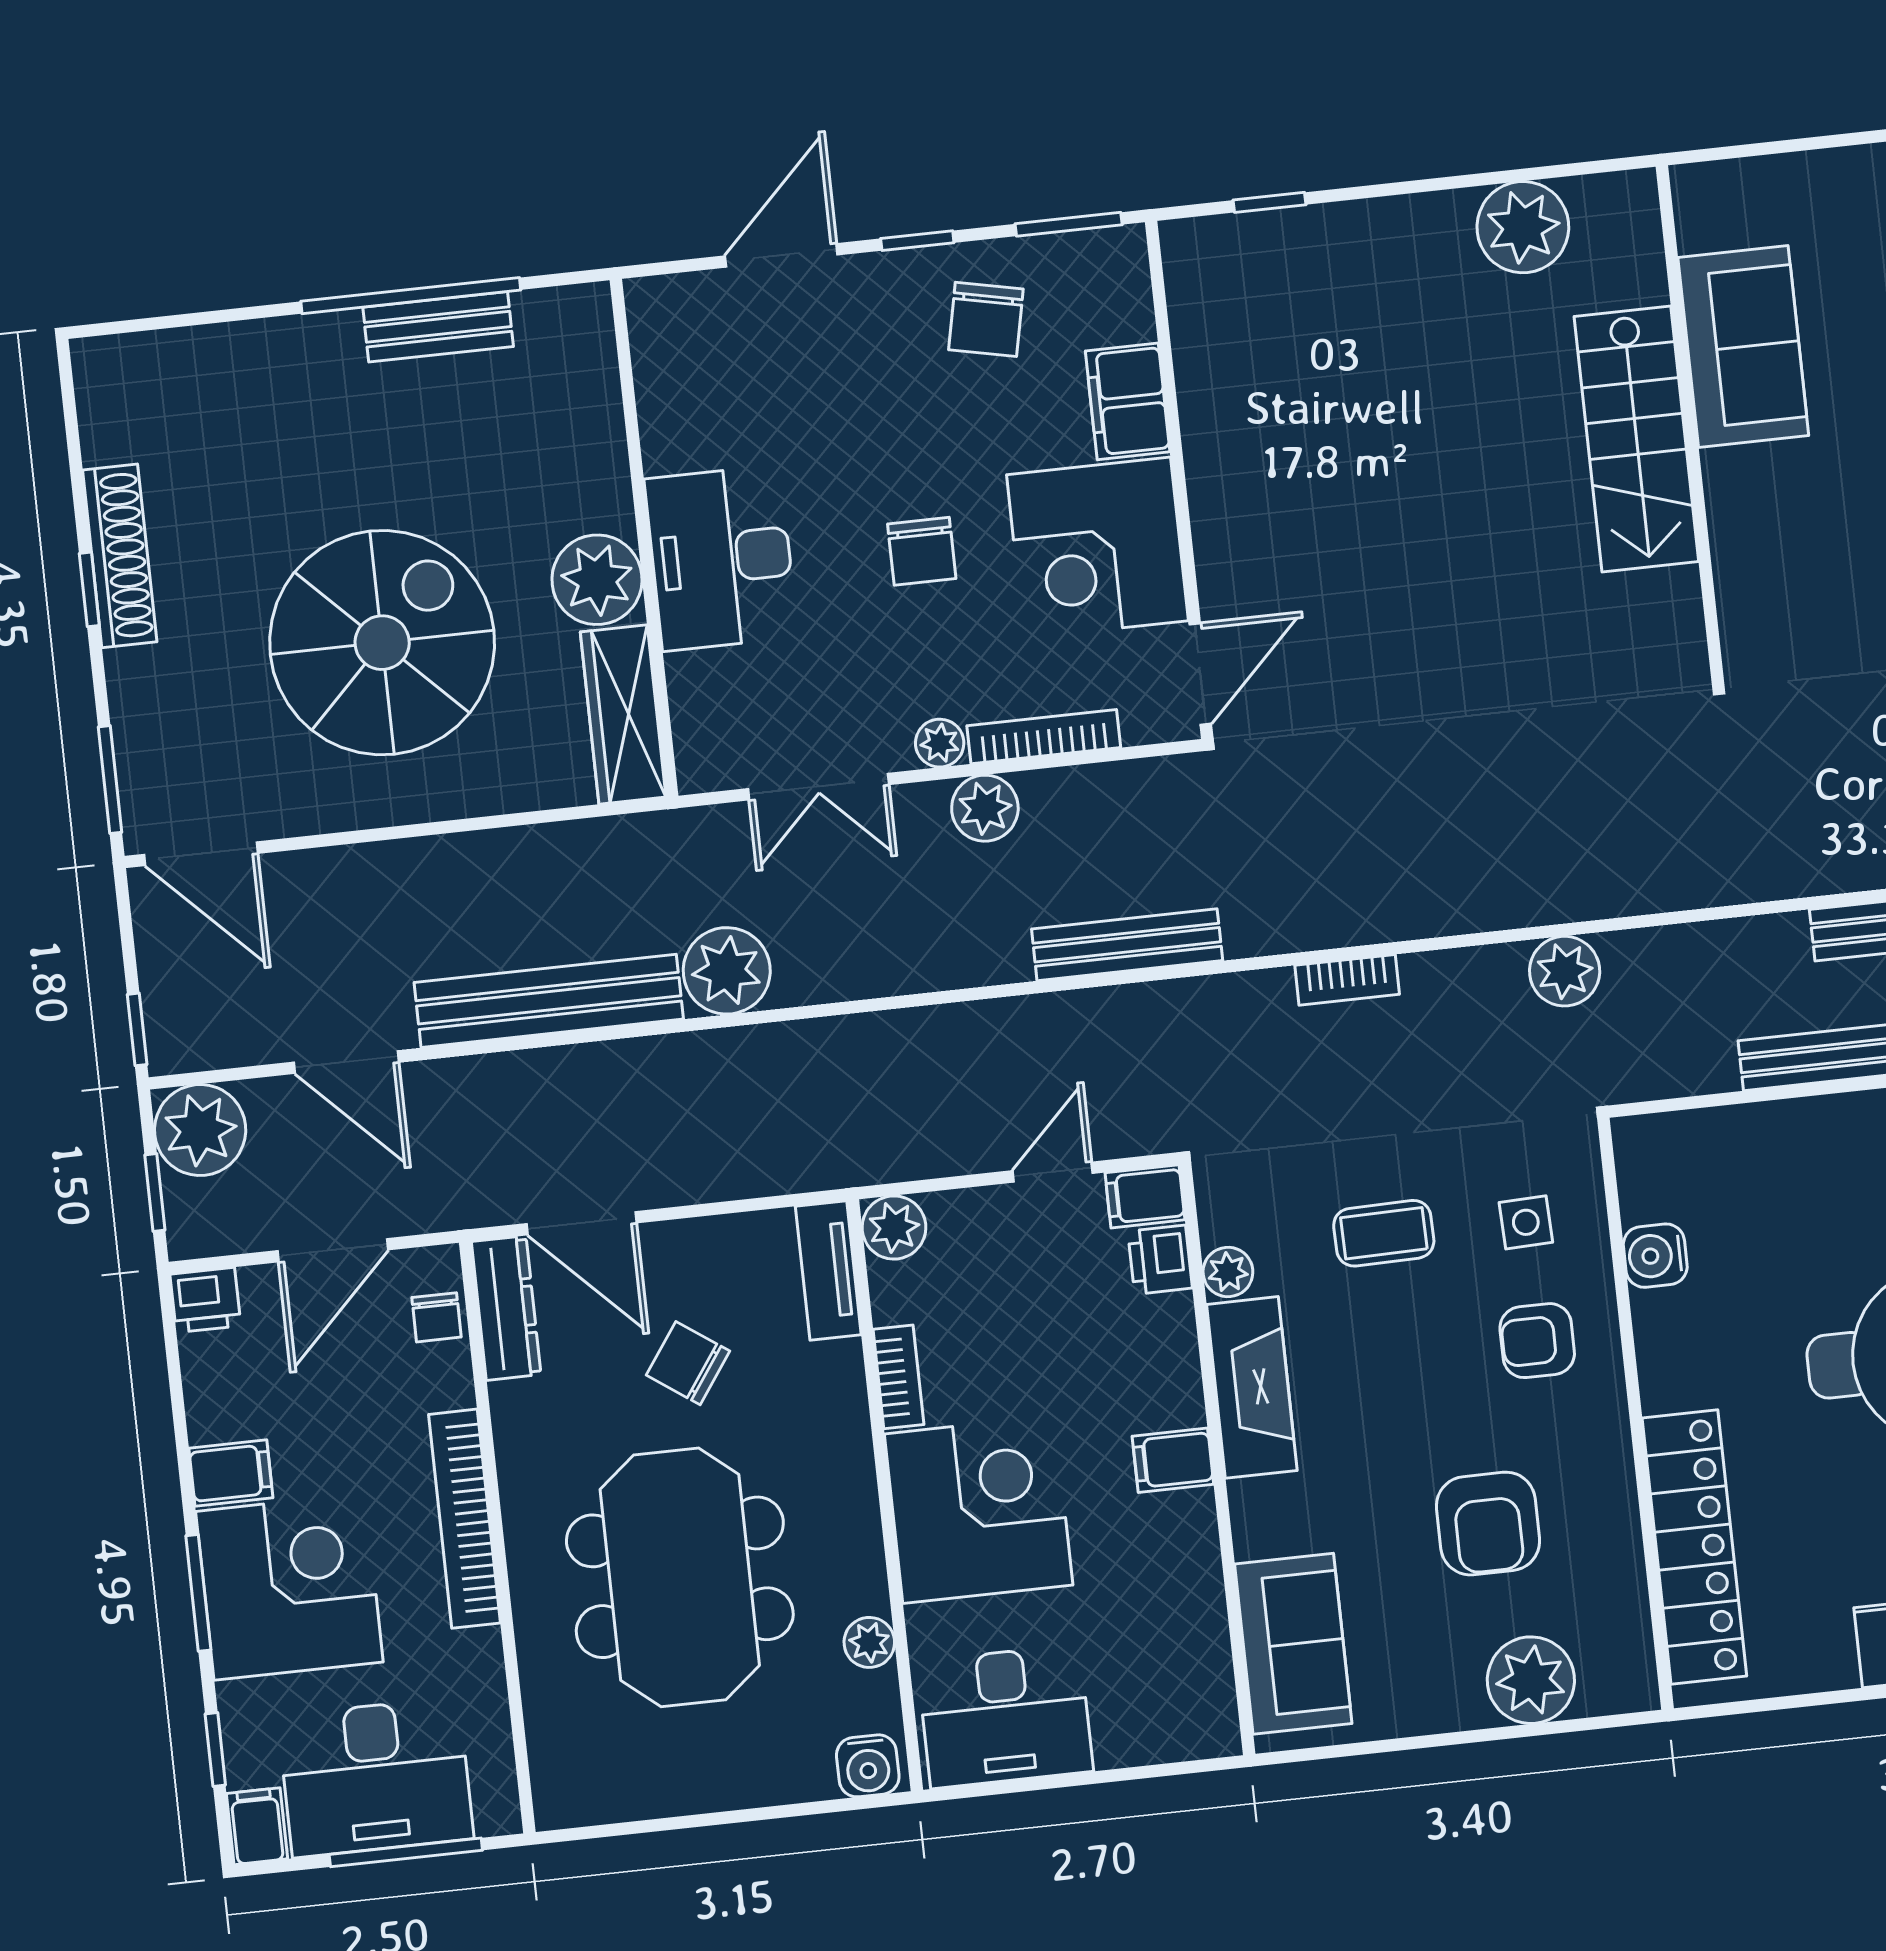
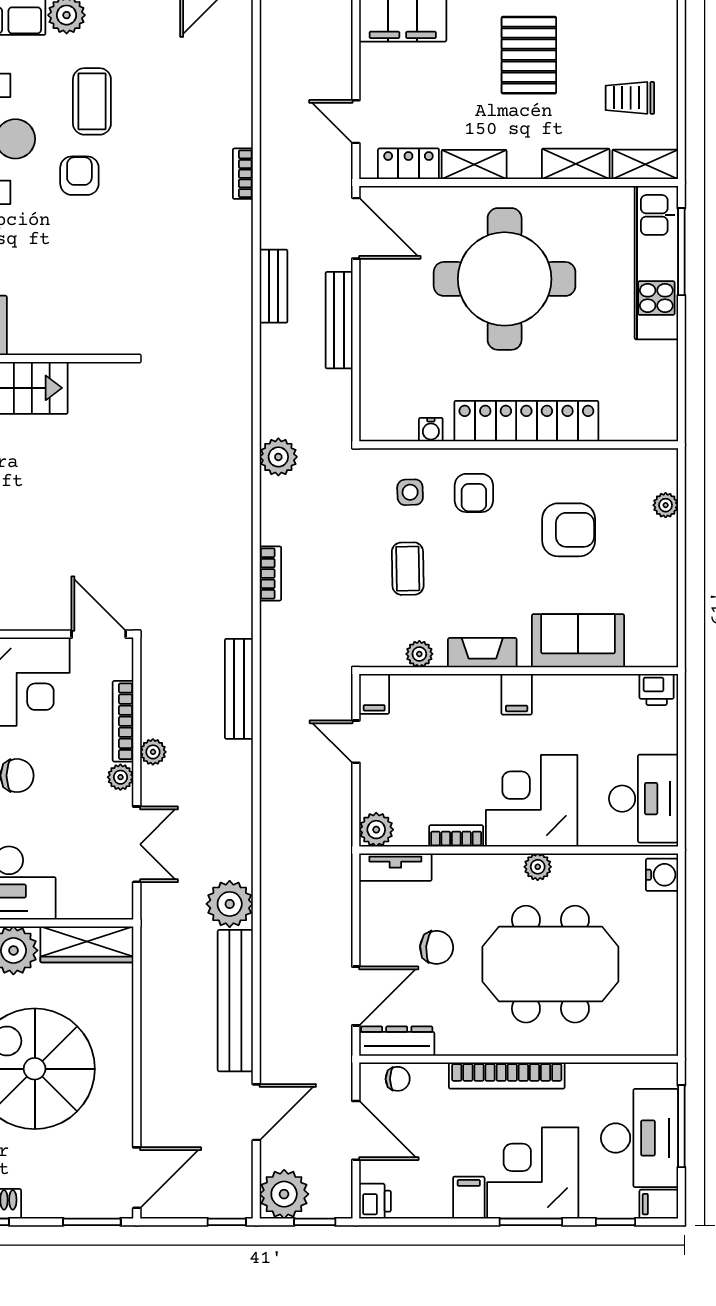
plant: (985, 808) -> (153, 752), width x0.73, depth x0.73
water cooler: (1655, 1256) -> (431, 430), width x0.72, depth x0.72
printer: (1160, 1260) -> (657, 689), moved
chair: (688, 1363) -> (437, 947), turned -120
fireplace: (1252, 1387) -> (482, 653), width x0.73, depth x0.76
locker: (1694, 1547) -> (526, 421), moved
plant: (869, 1642) -> (538, 867), moved
sofa: (1293, 1644) -> (578, 641), moved
plant: (1531, 1680) -> (666, 505), width x0.53, depth x0.53

